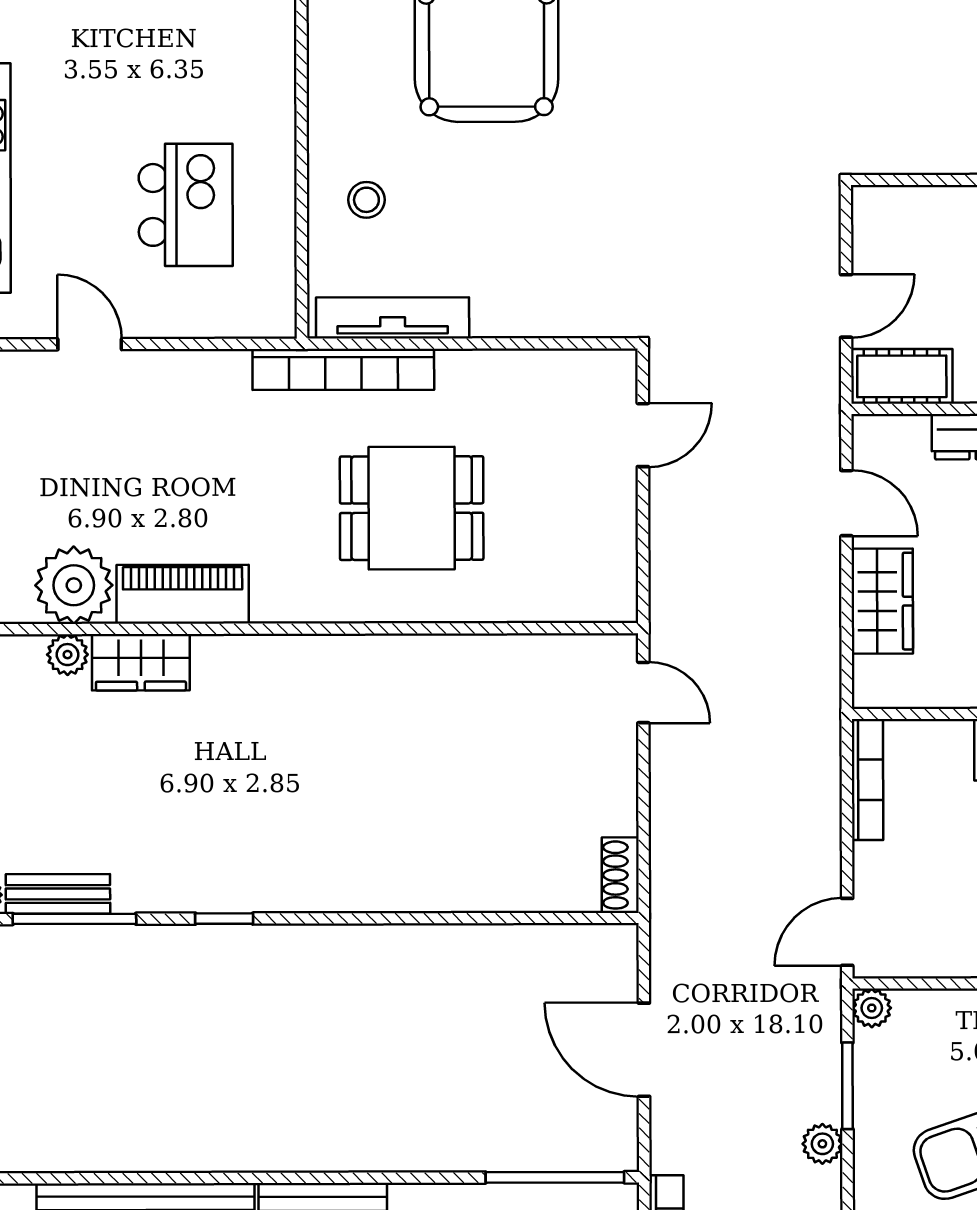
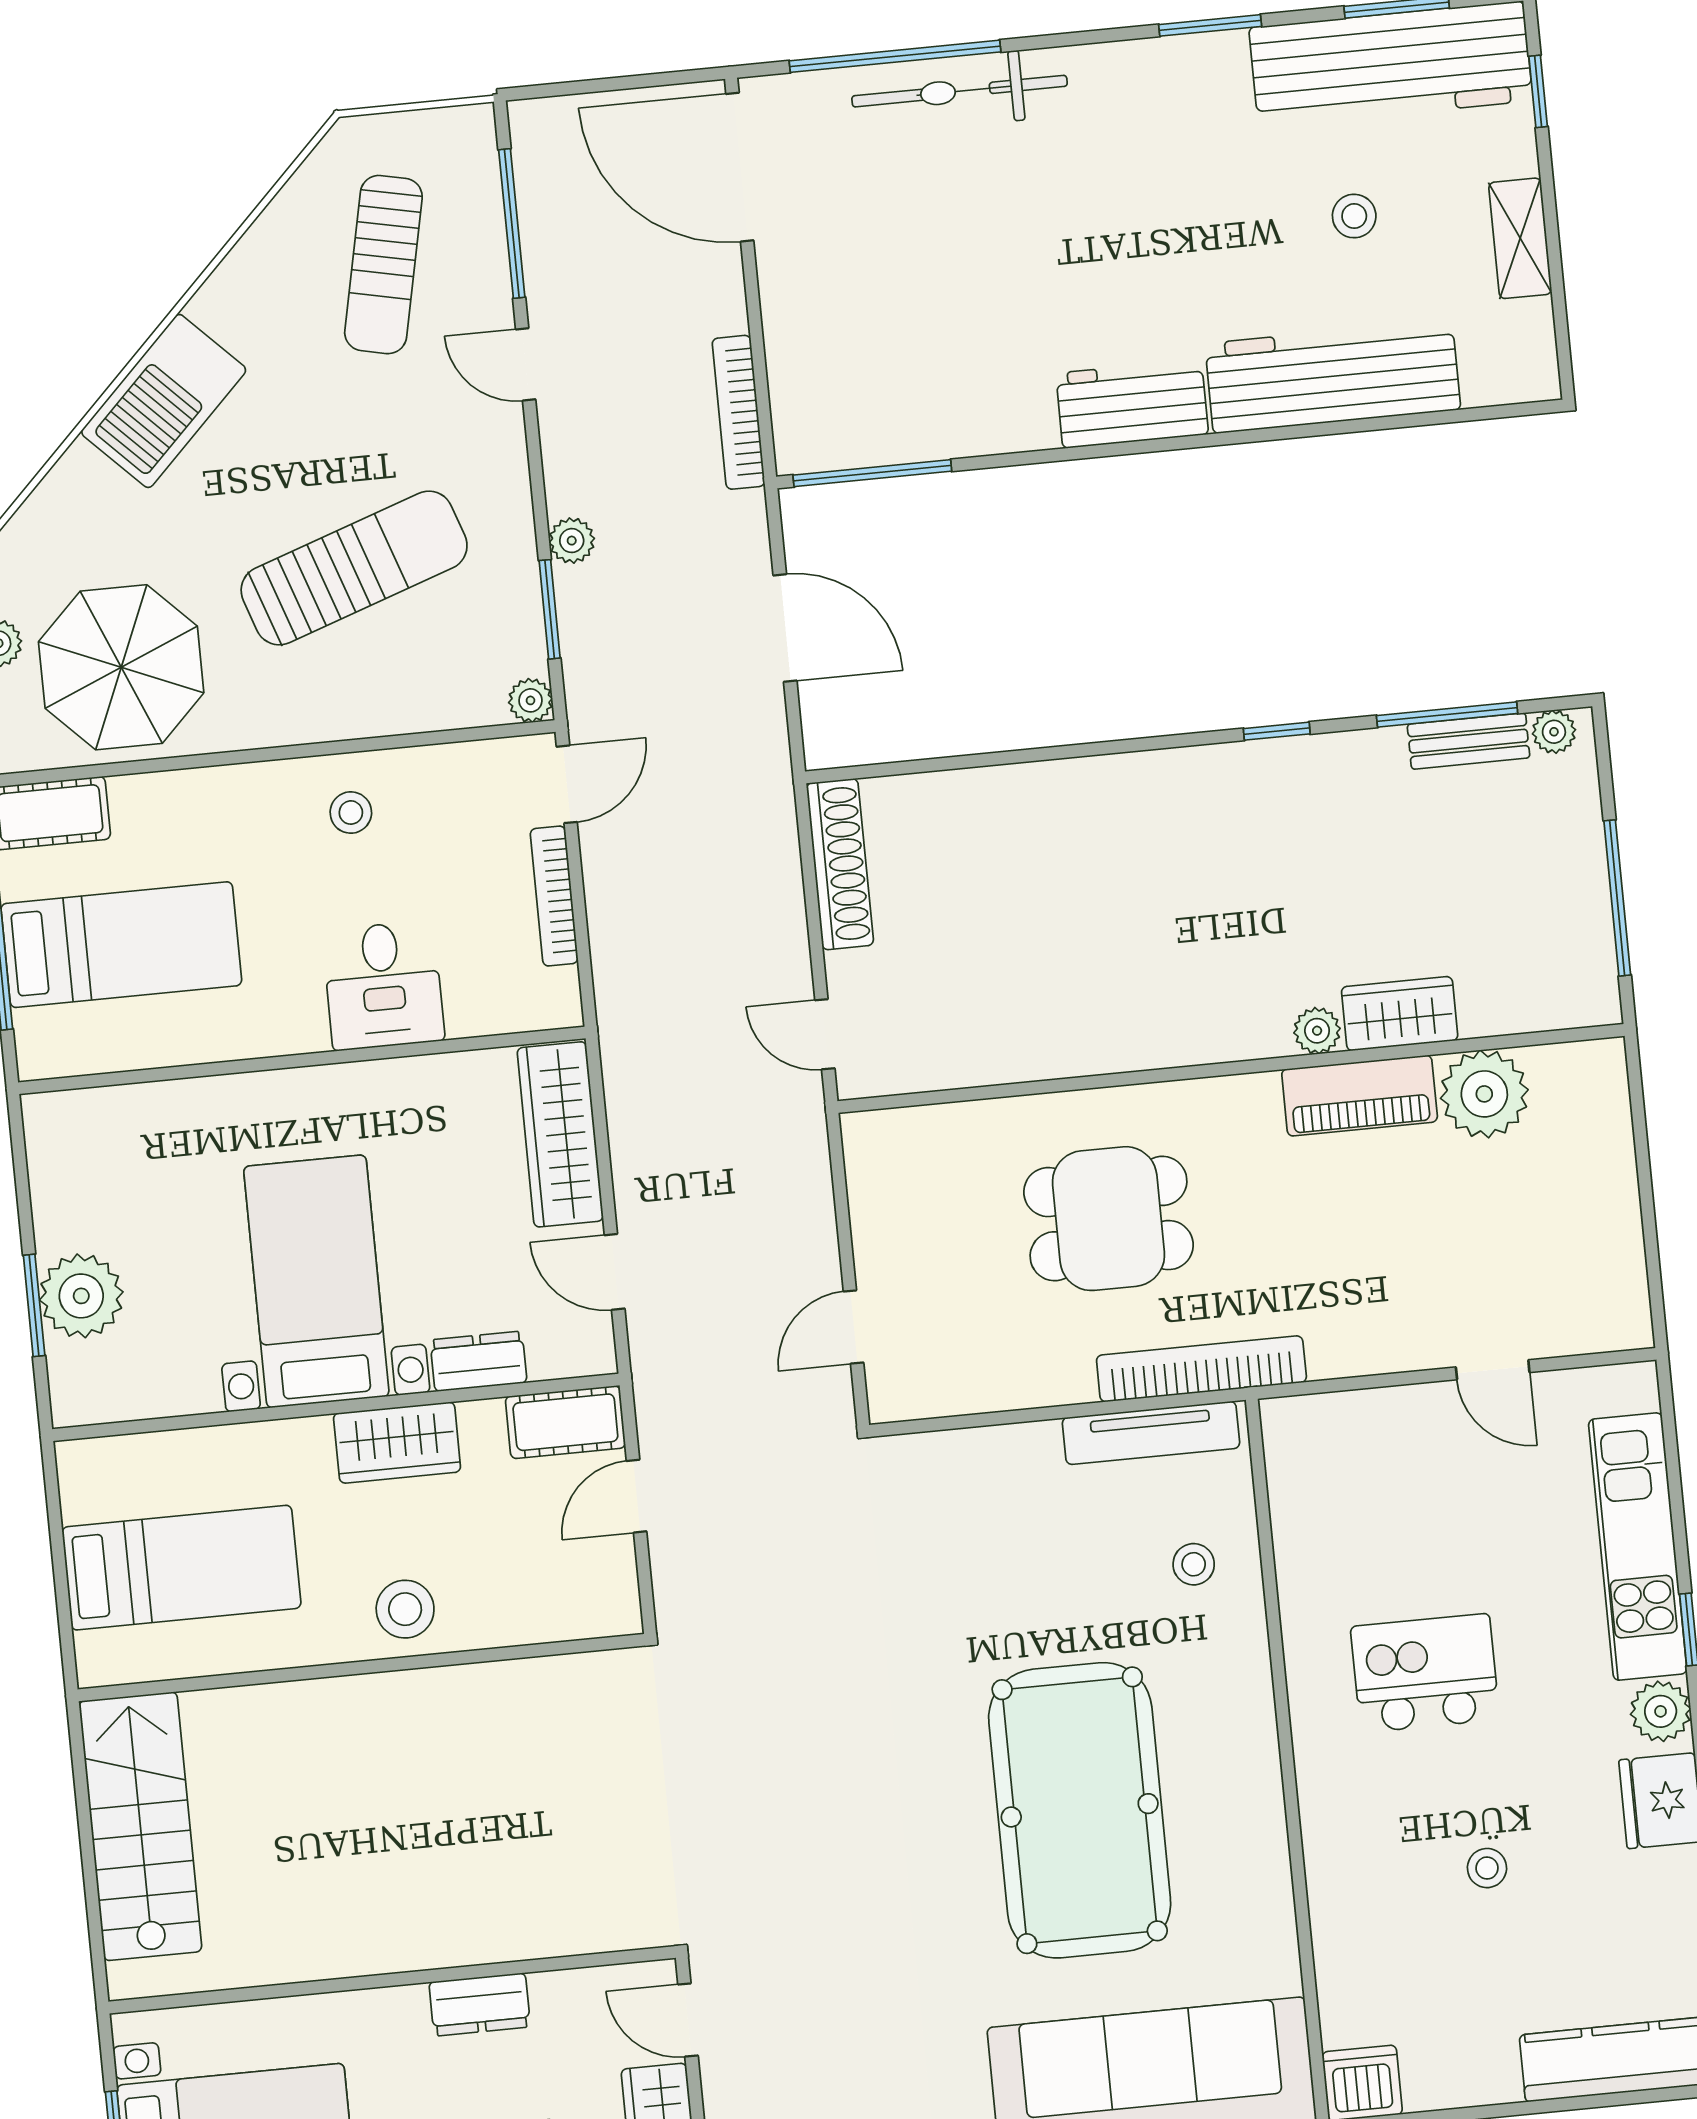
kitchen island: (186, 205) -> (1425, 1673), moved, turned 90
wardrobe: (882, 601) -> (560, 1134), width x1.50
plant: (67, 655) -> (1317, 1031), moved
bookcase: (867, 780) -> (554, 896), moved
shoe rack: (620, 875) -> (840, 864), width x1.94, depth x1.24

